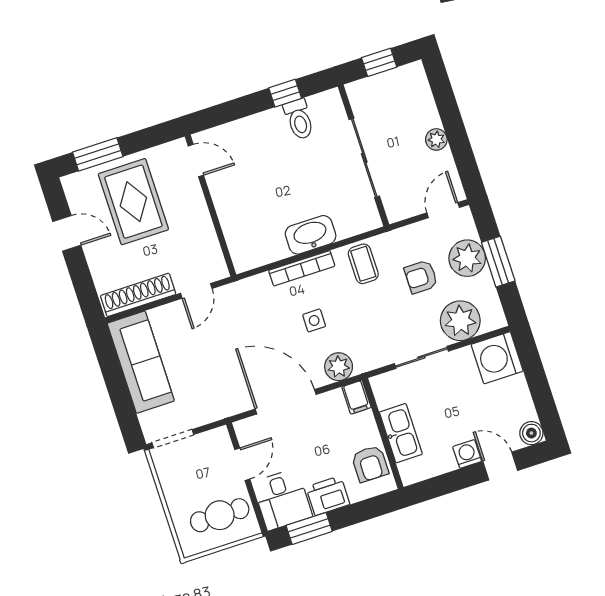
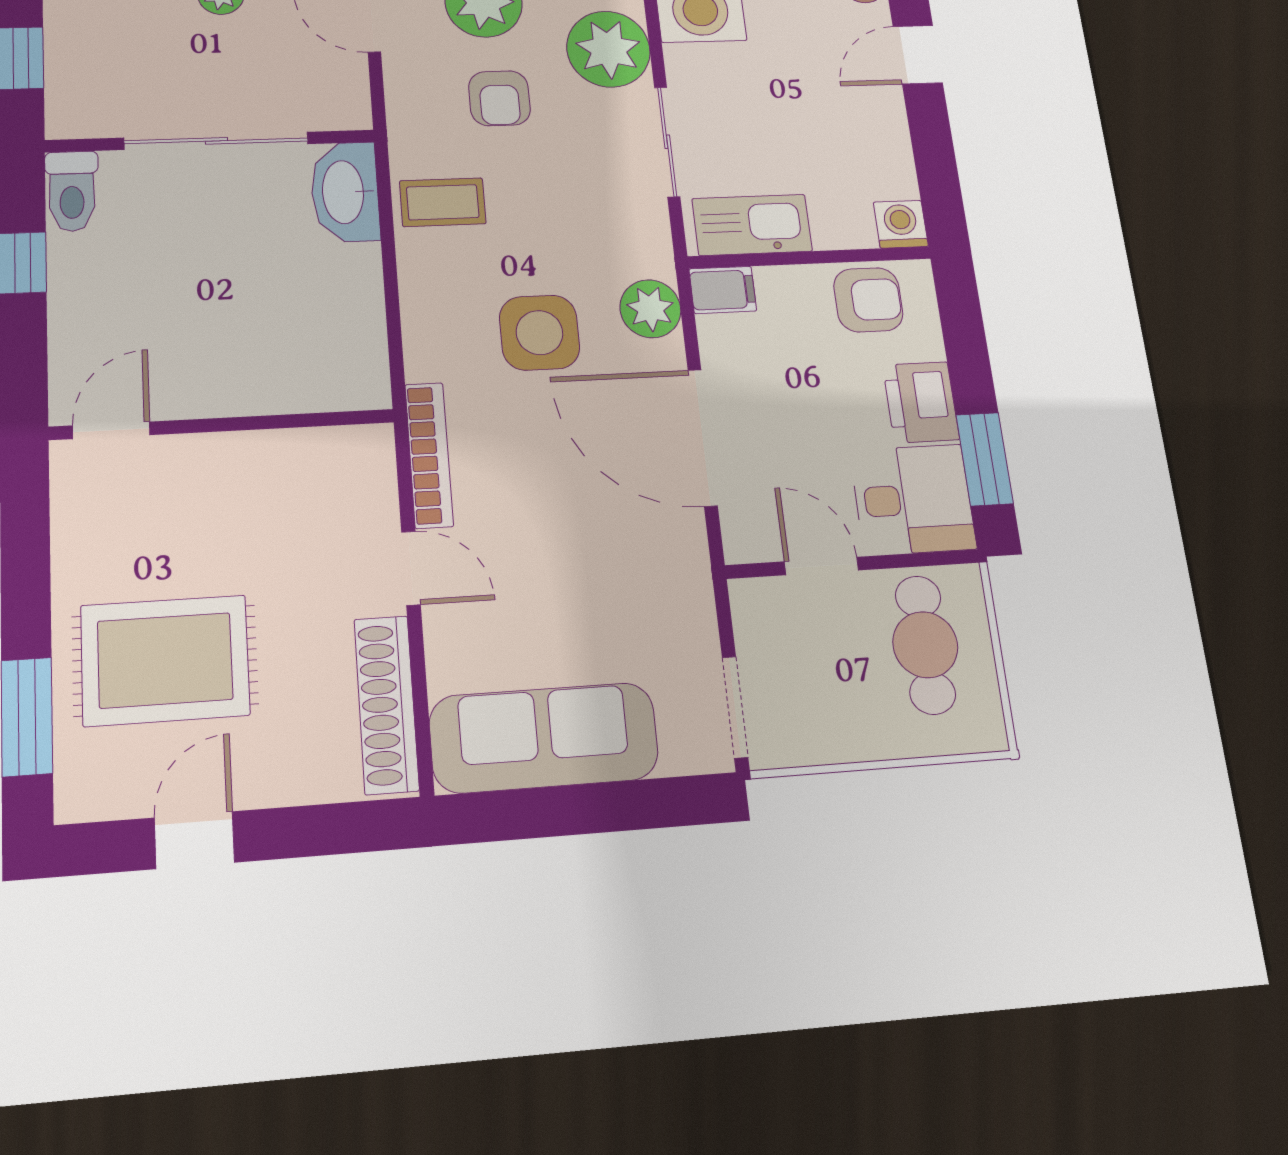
toilet: (299, 119) -> (72, 191), moved, turned 90
door: (196, 161) -> (111, 430), moved
wall: (211, 206) -> (223, 425), moved
washbasin: (311, 235) -> (345, 192), moved
bookcase: (302, 268) -> (429, 455), moved
side table: (314, 320) -> (539, 333), width x1.87, depth x1.87
door: (286, 402) -> (703, 438), hinge flipped
kitchen sink: (401, 433) -> (752, 225), moved
washing machine: (467, 454) -> (901, 224), moved, turned 90

